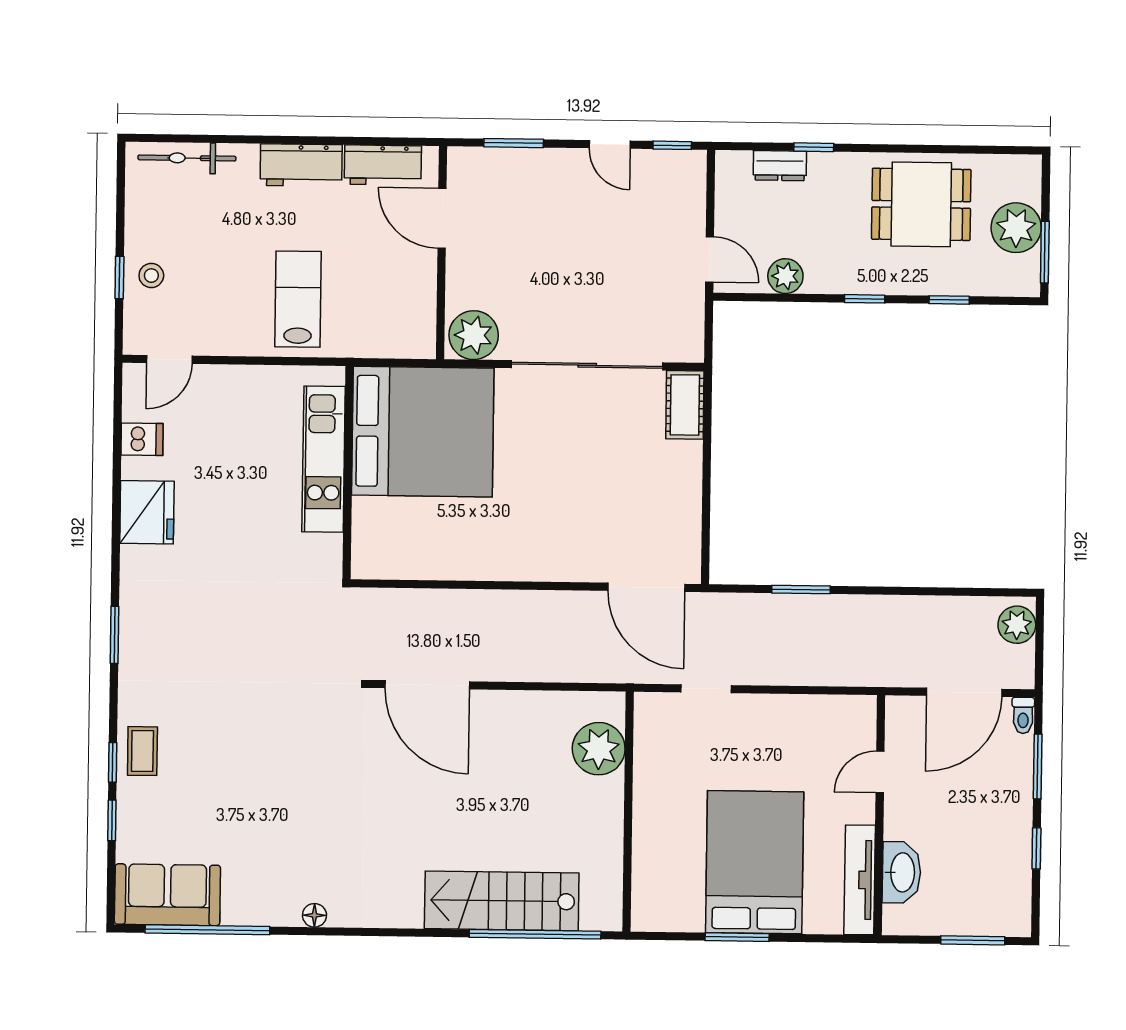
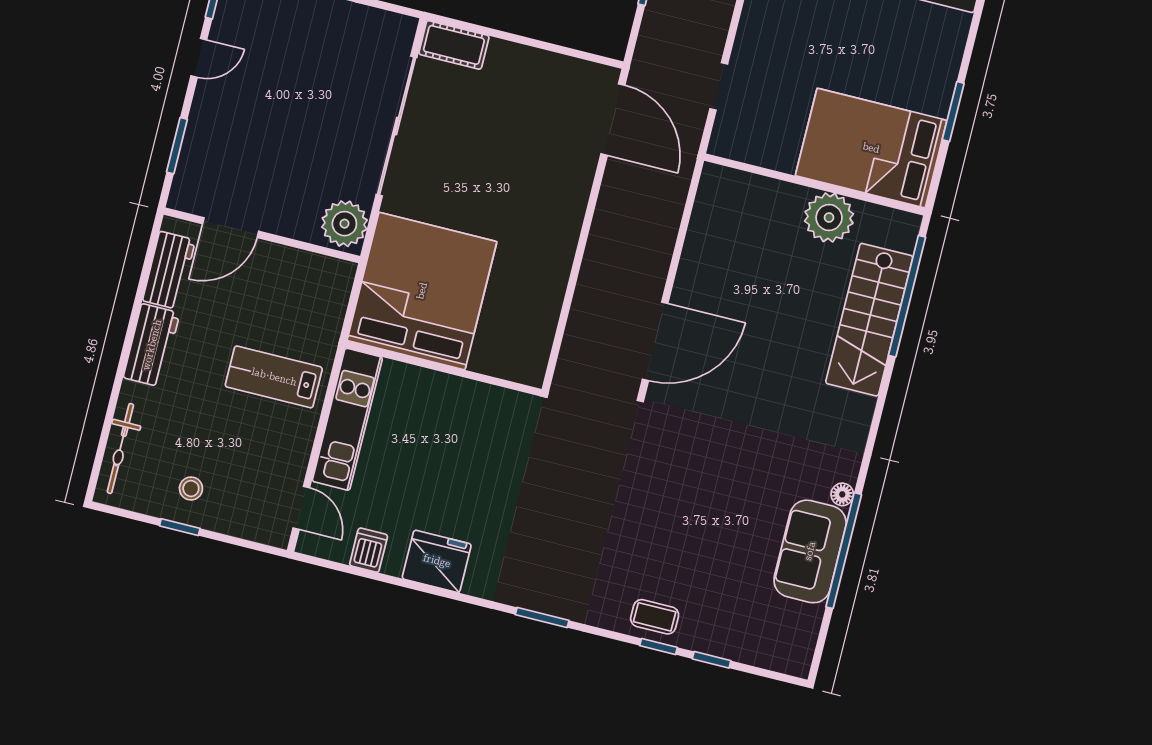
stool: (151, 276) -> (191, 489), moved
window: (119, 278) -> (180, 527), moved
kitchen unit: (324, 459) -> (347, 419), moved, turned -90
door: (646, 587) -> (613, 120), hinge flipped
plant: (599, 749) -> (829, 217), moved
bed: (755, 862) -> (871, 148), moved
sofa: (167, 895) -> (810, 551), moved
window: (207, 930) -> (844, 551), moved

